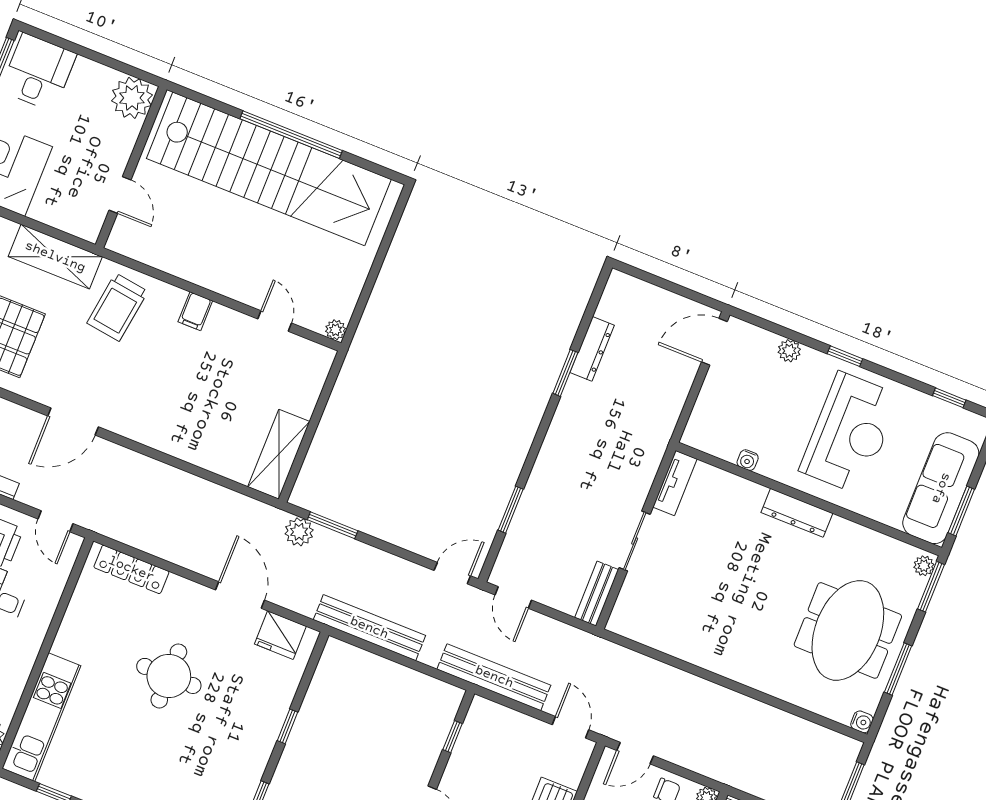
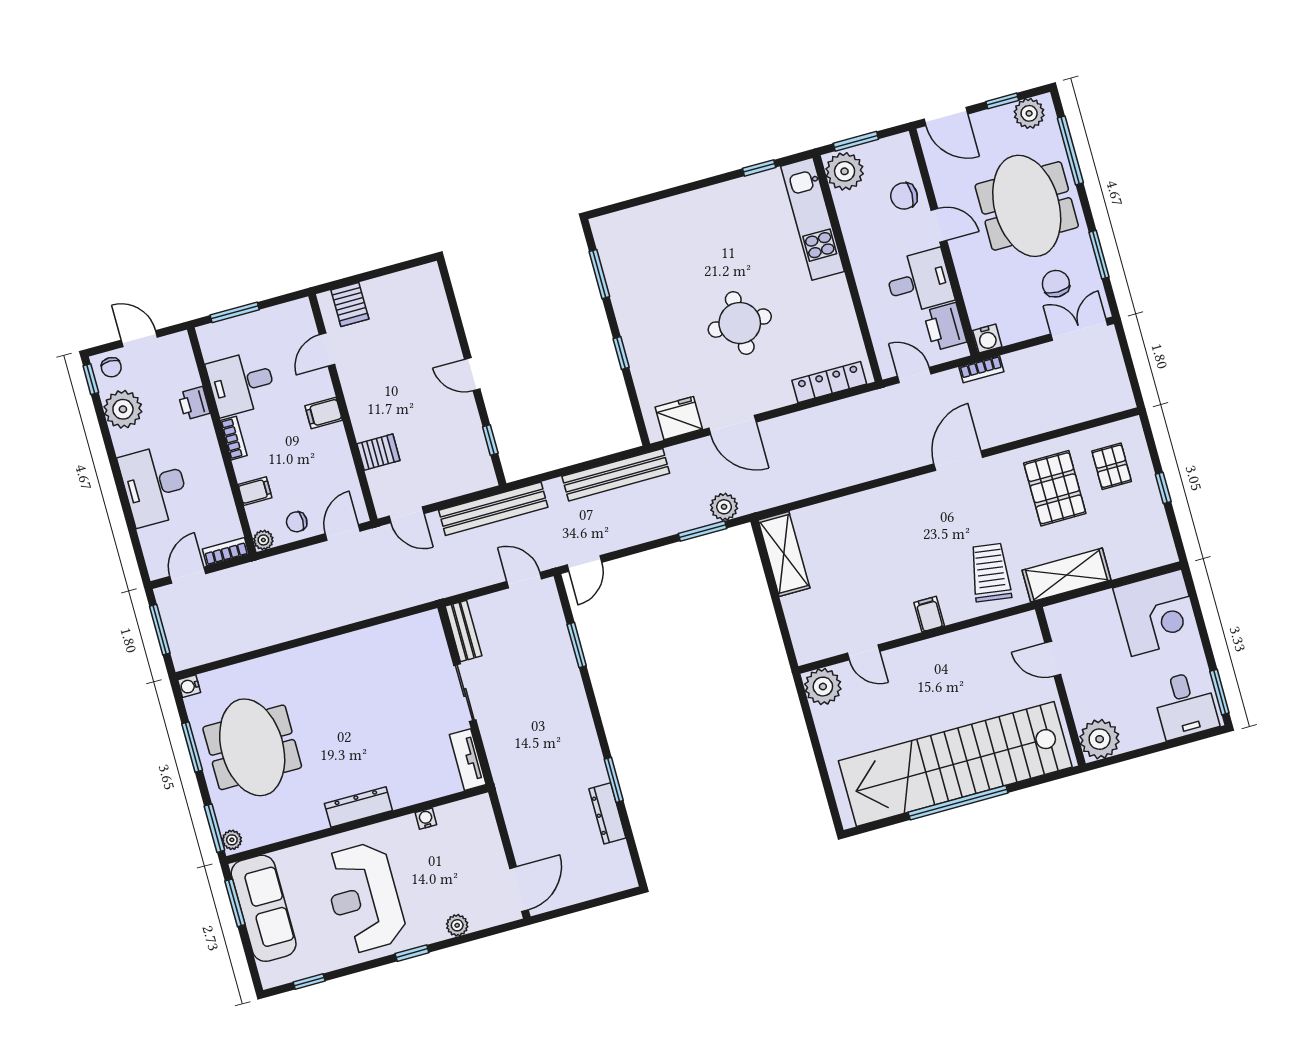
plant: (336, 330) -> (823, 687), width x1.88, depth x1.88

